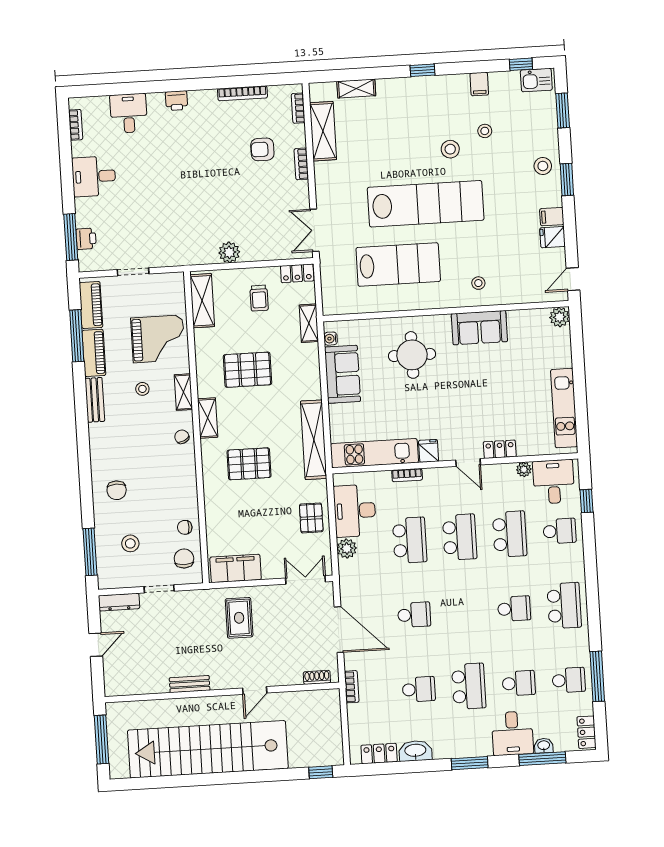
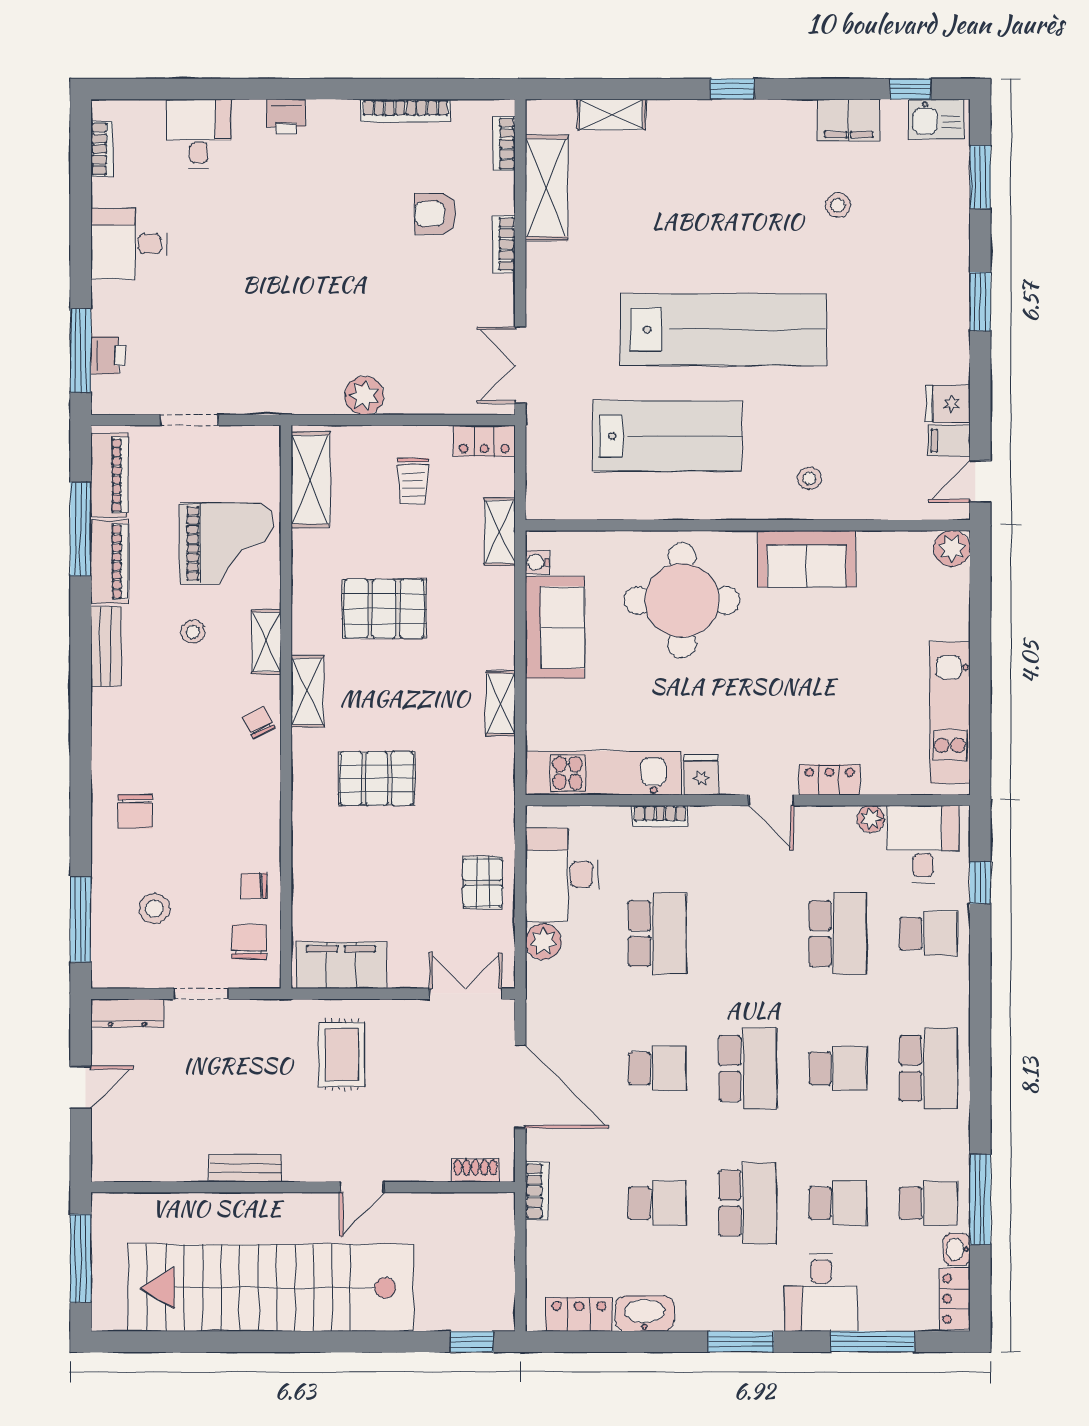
filing cabinet: (479, 84) -> (849, 120), width x2.00
stool: (450, 149) -> (774, 234), removed
stool: (543, 166) -> (938, 275), removed
filing cabinet: (552, 217) -> (949, 441), moved
round table: (412, 355) -> (682, 600), width x1.36, depth x1.36
shelving: (314, 440) -> (501, 703), width x0.45, depth x0.75
school desk: (460, 537) -> (748, 1068), moved
washbasin: (544, 746) -> (957, 1249), moved, turned -90

